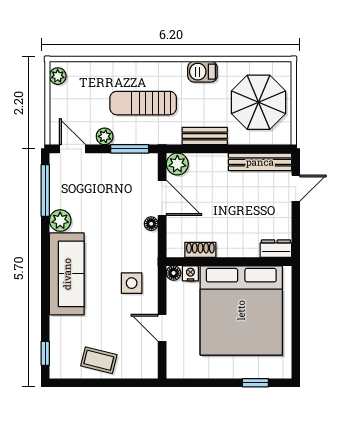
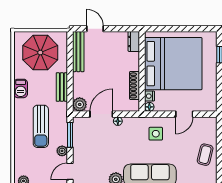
shoe rack: (200, 250) -> (135, 85), width x1.43

